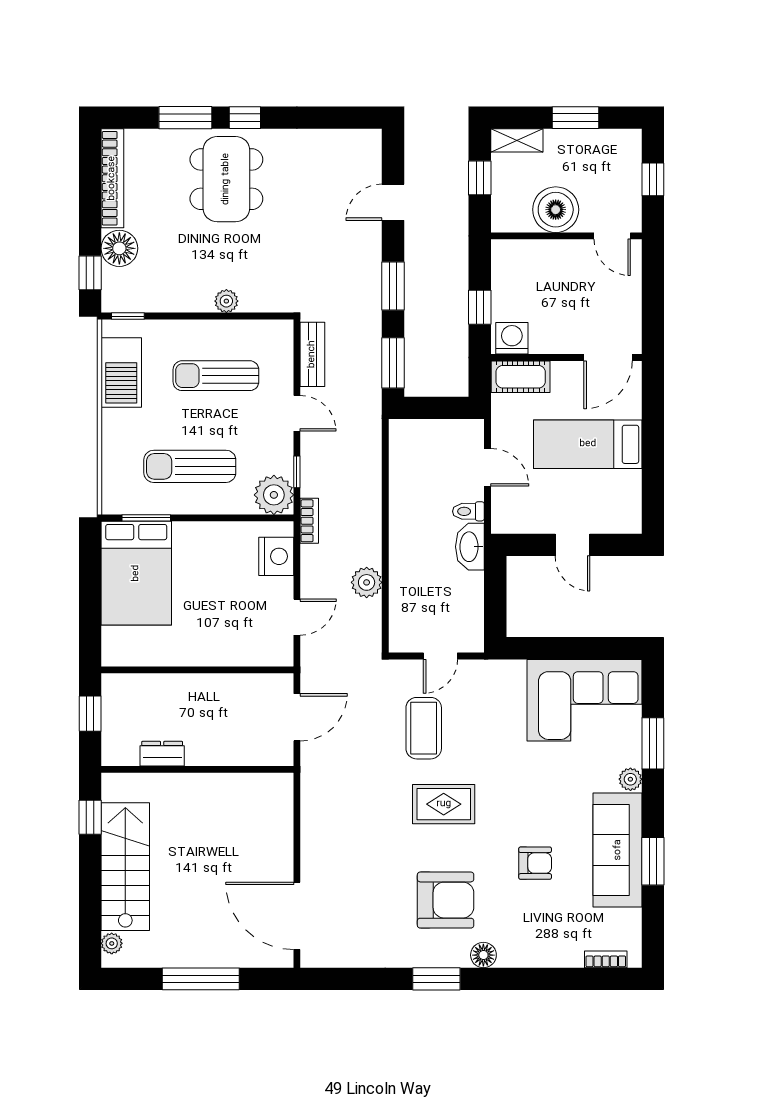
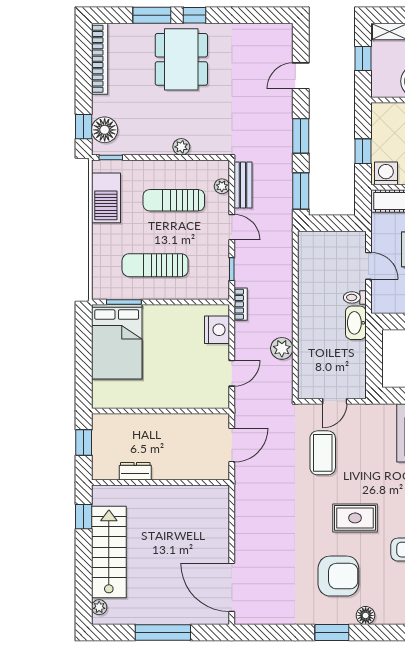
floor lamp: (119, 248) -> (105, 130), moved
plant: (274, 495) -> (222, 186), moved, width x0.53, depth x0.53
rug: (444, 804) -> (355, 518), moved

